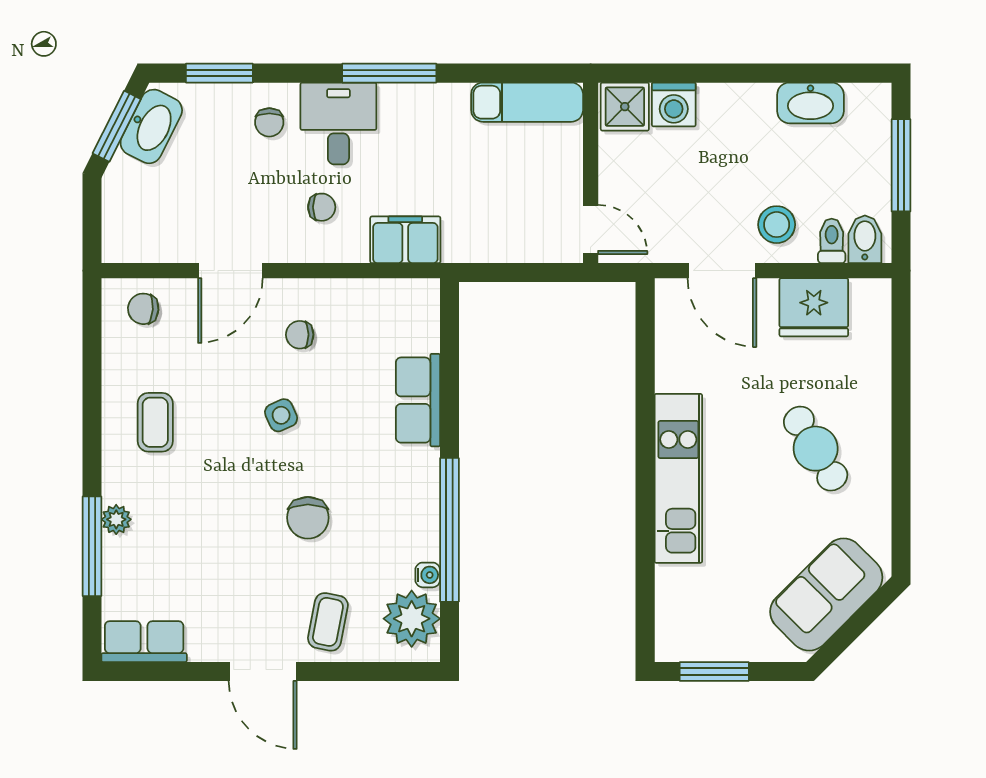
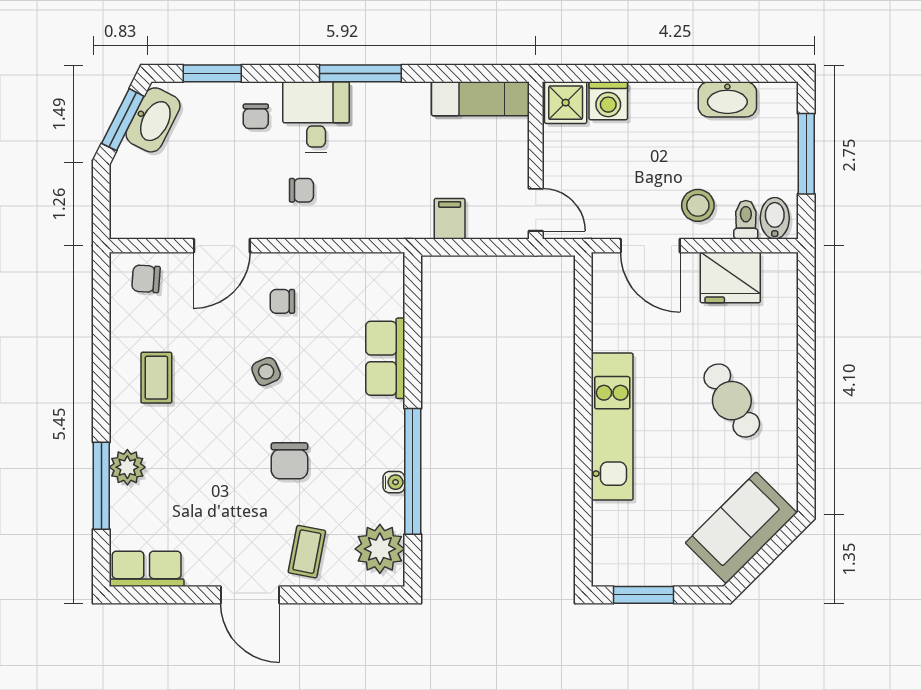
filing cabinet: (405, 240) -> (450, 219), moved, width x0.50
plant: (116, 519) -> (127, 467), width x1.38, depth x1.38
water cooler: (428, 575) -> (394, 482), moved

